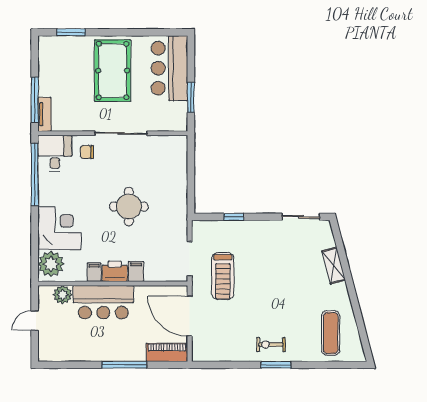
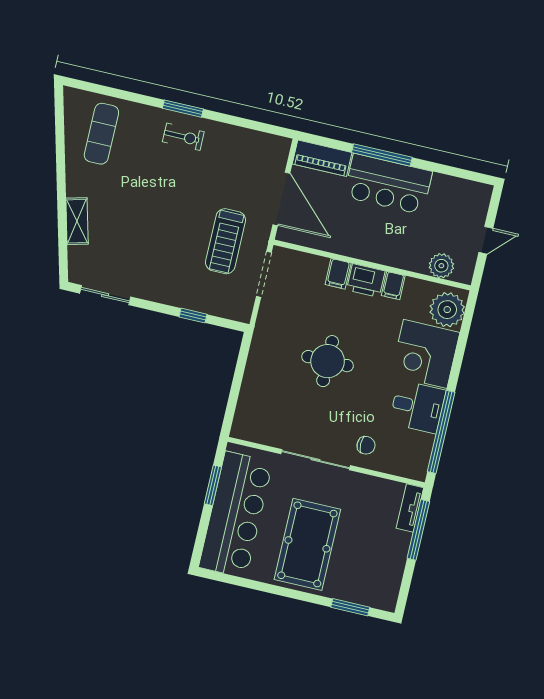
bar counter: (169, 68) -> (236, 515), width x1.36
desk: (55, 153) -> (417, 407), moved, turned -90
treadmill: (223, 276) -> (226, 241), turned 180
bar counter: (103, 302) -> (388, 184), moved, turned 180

